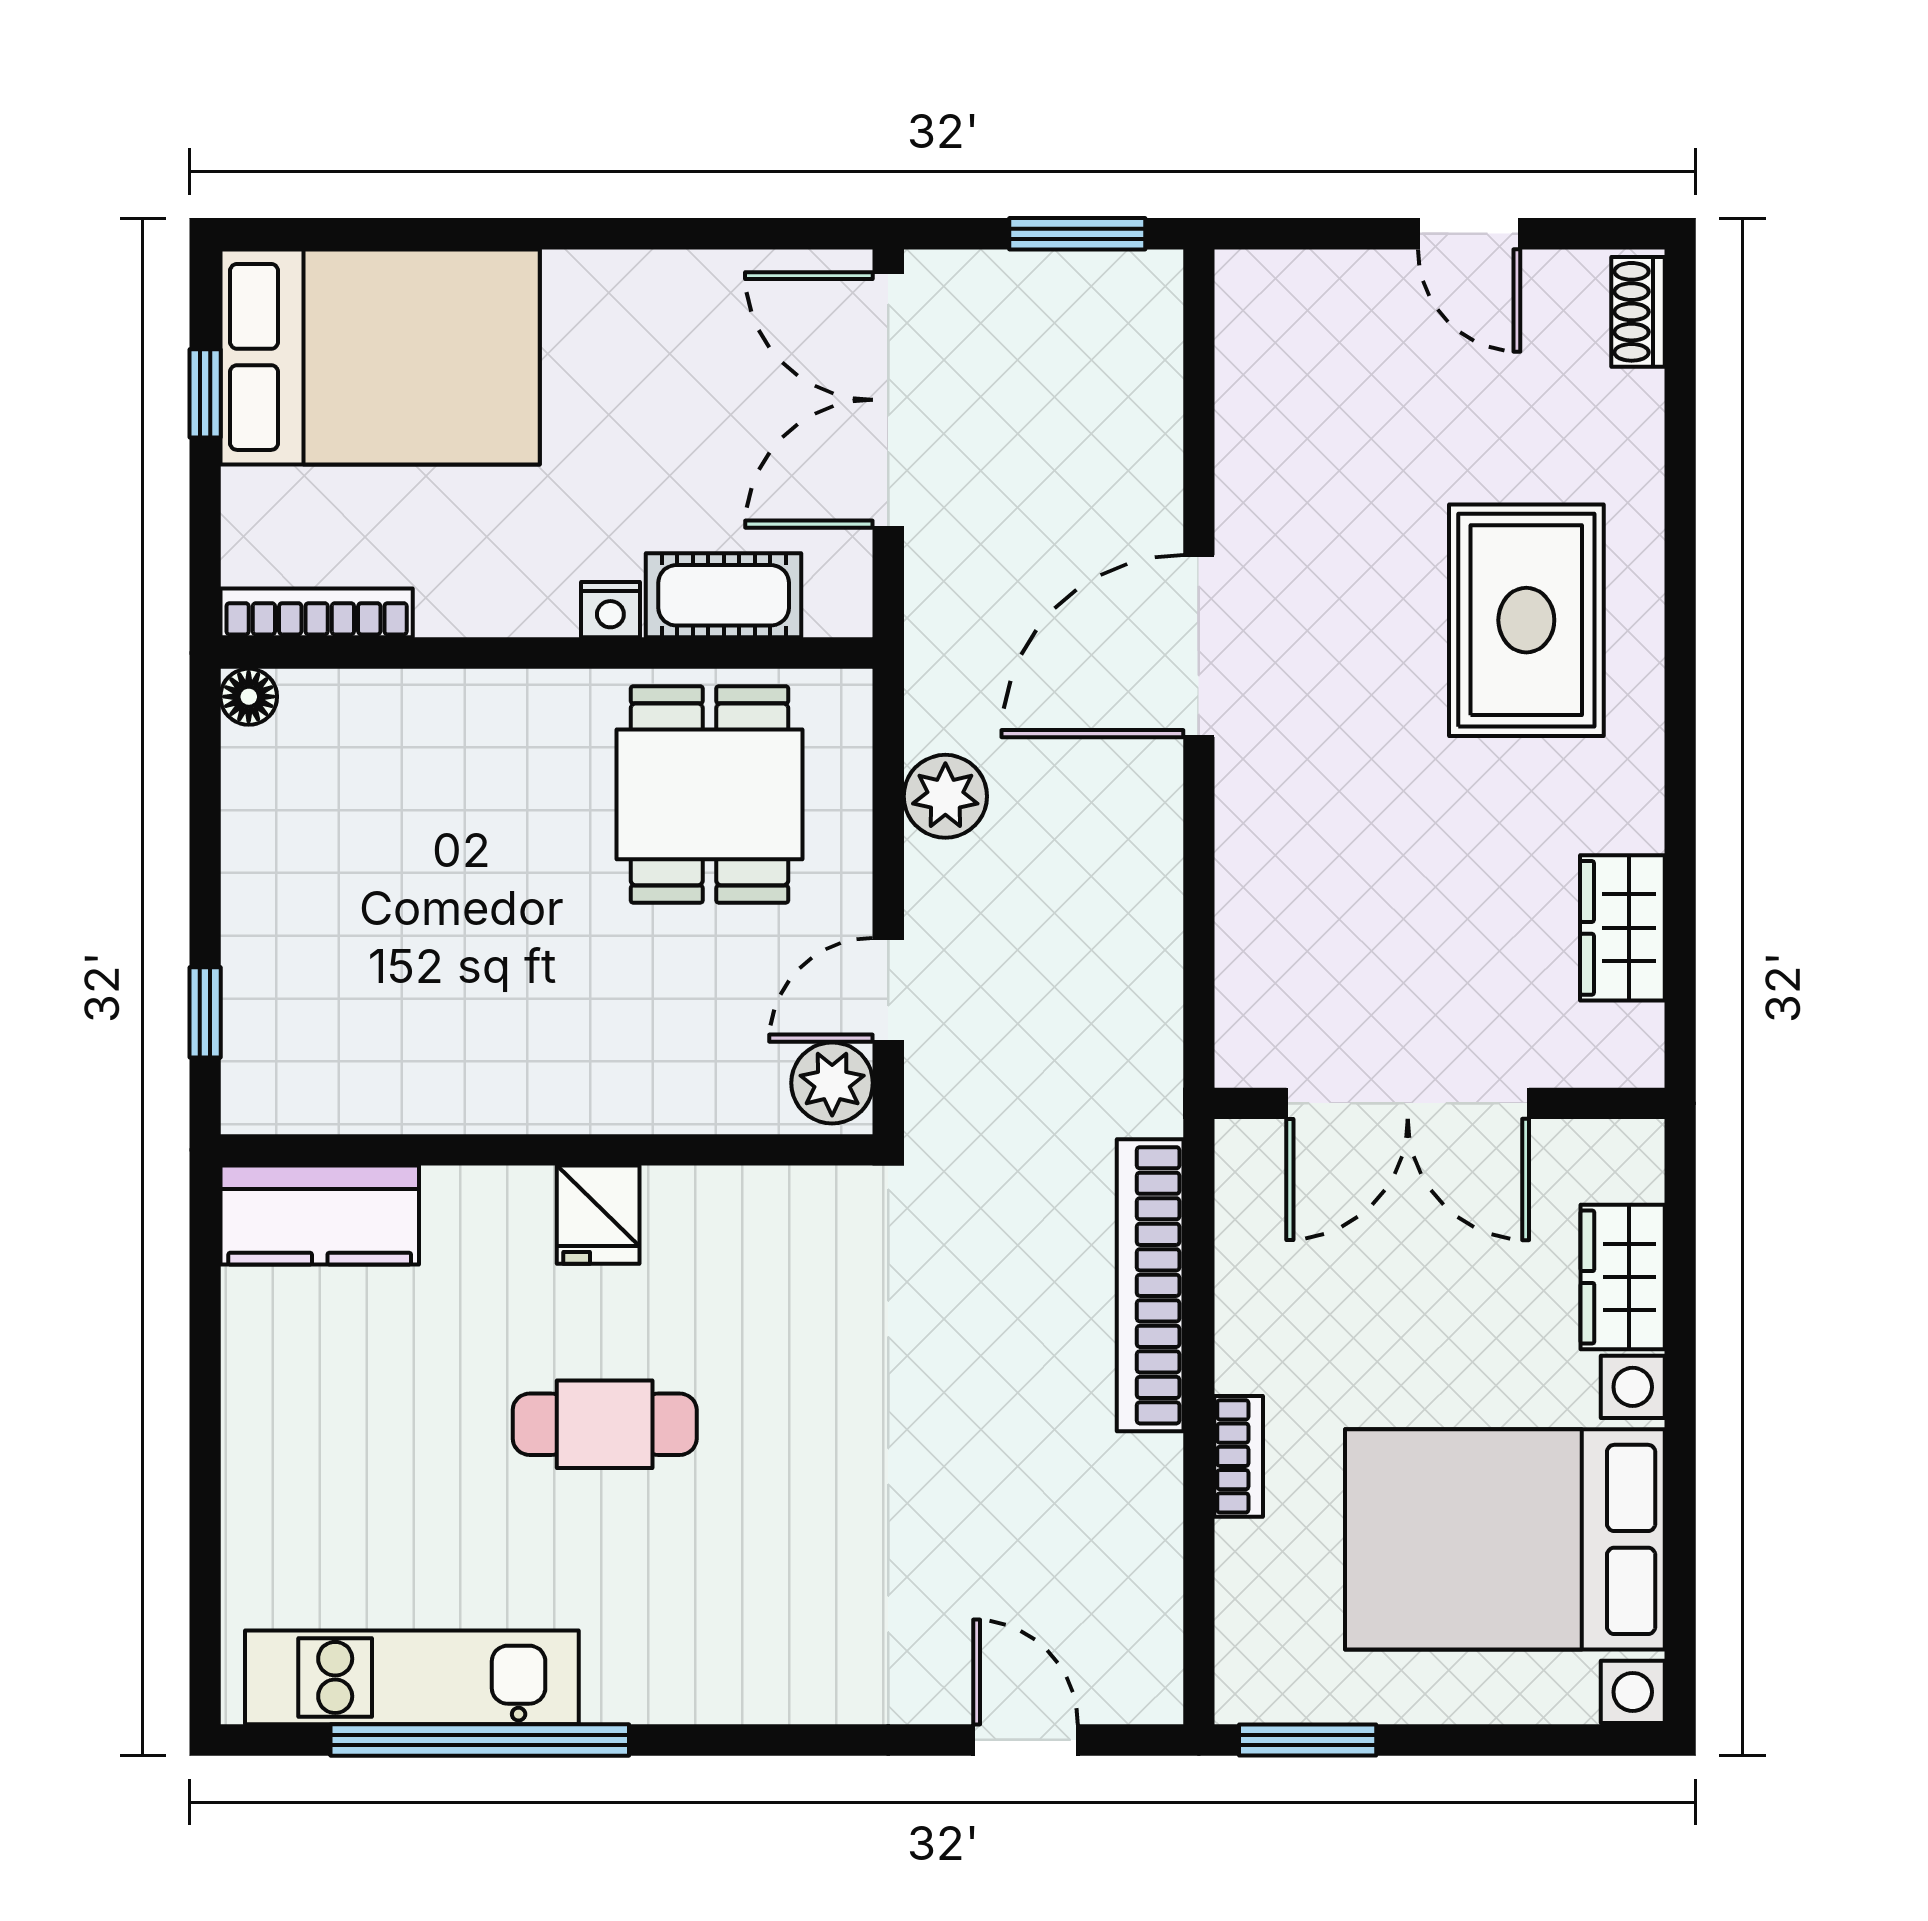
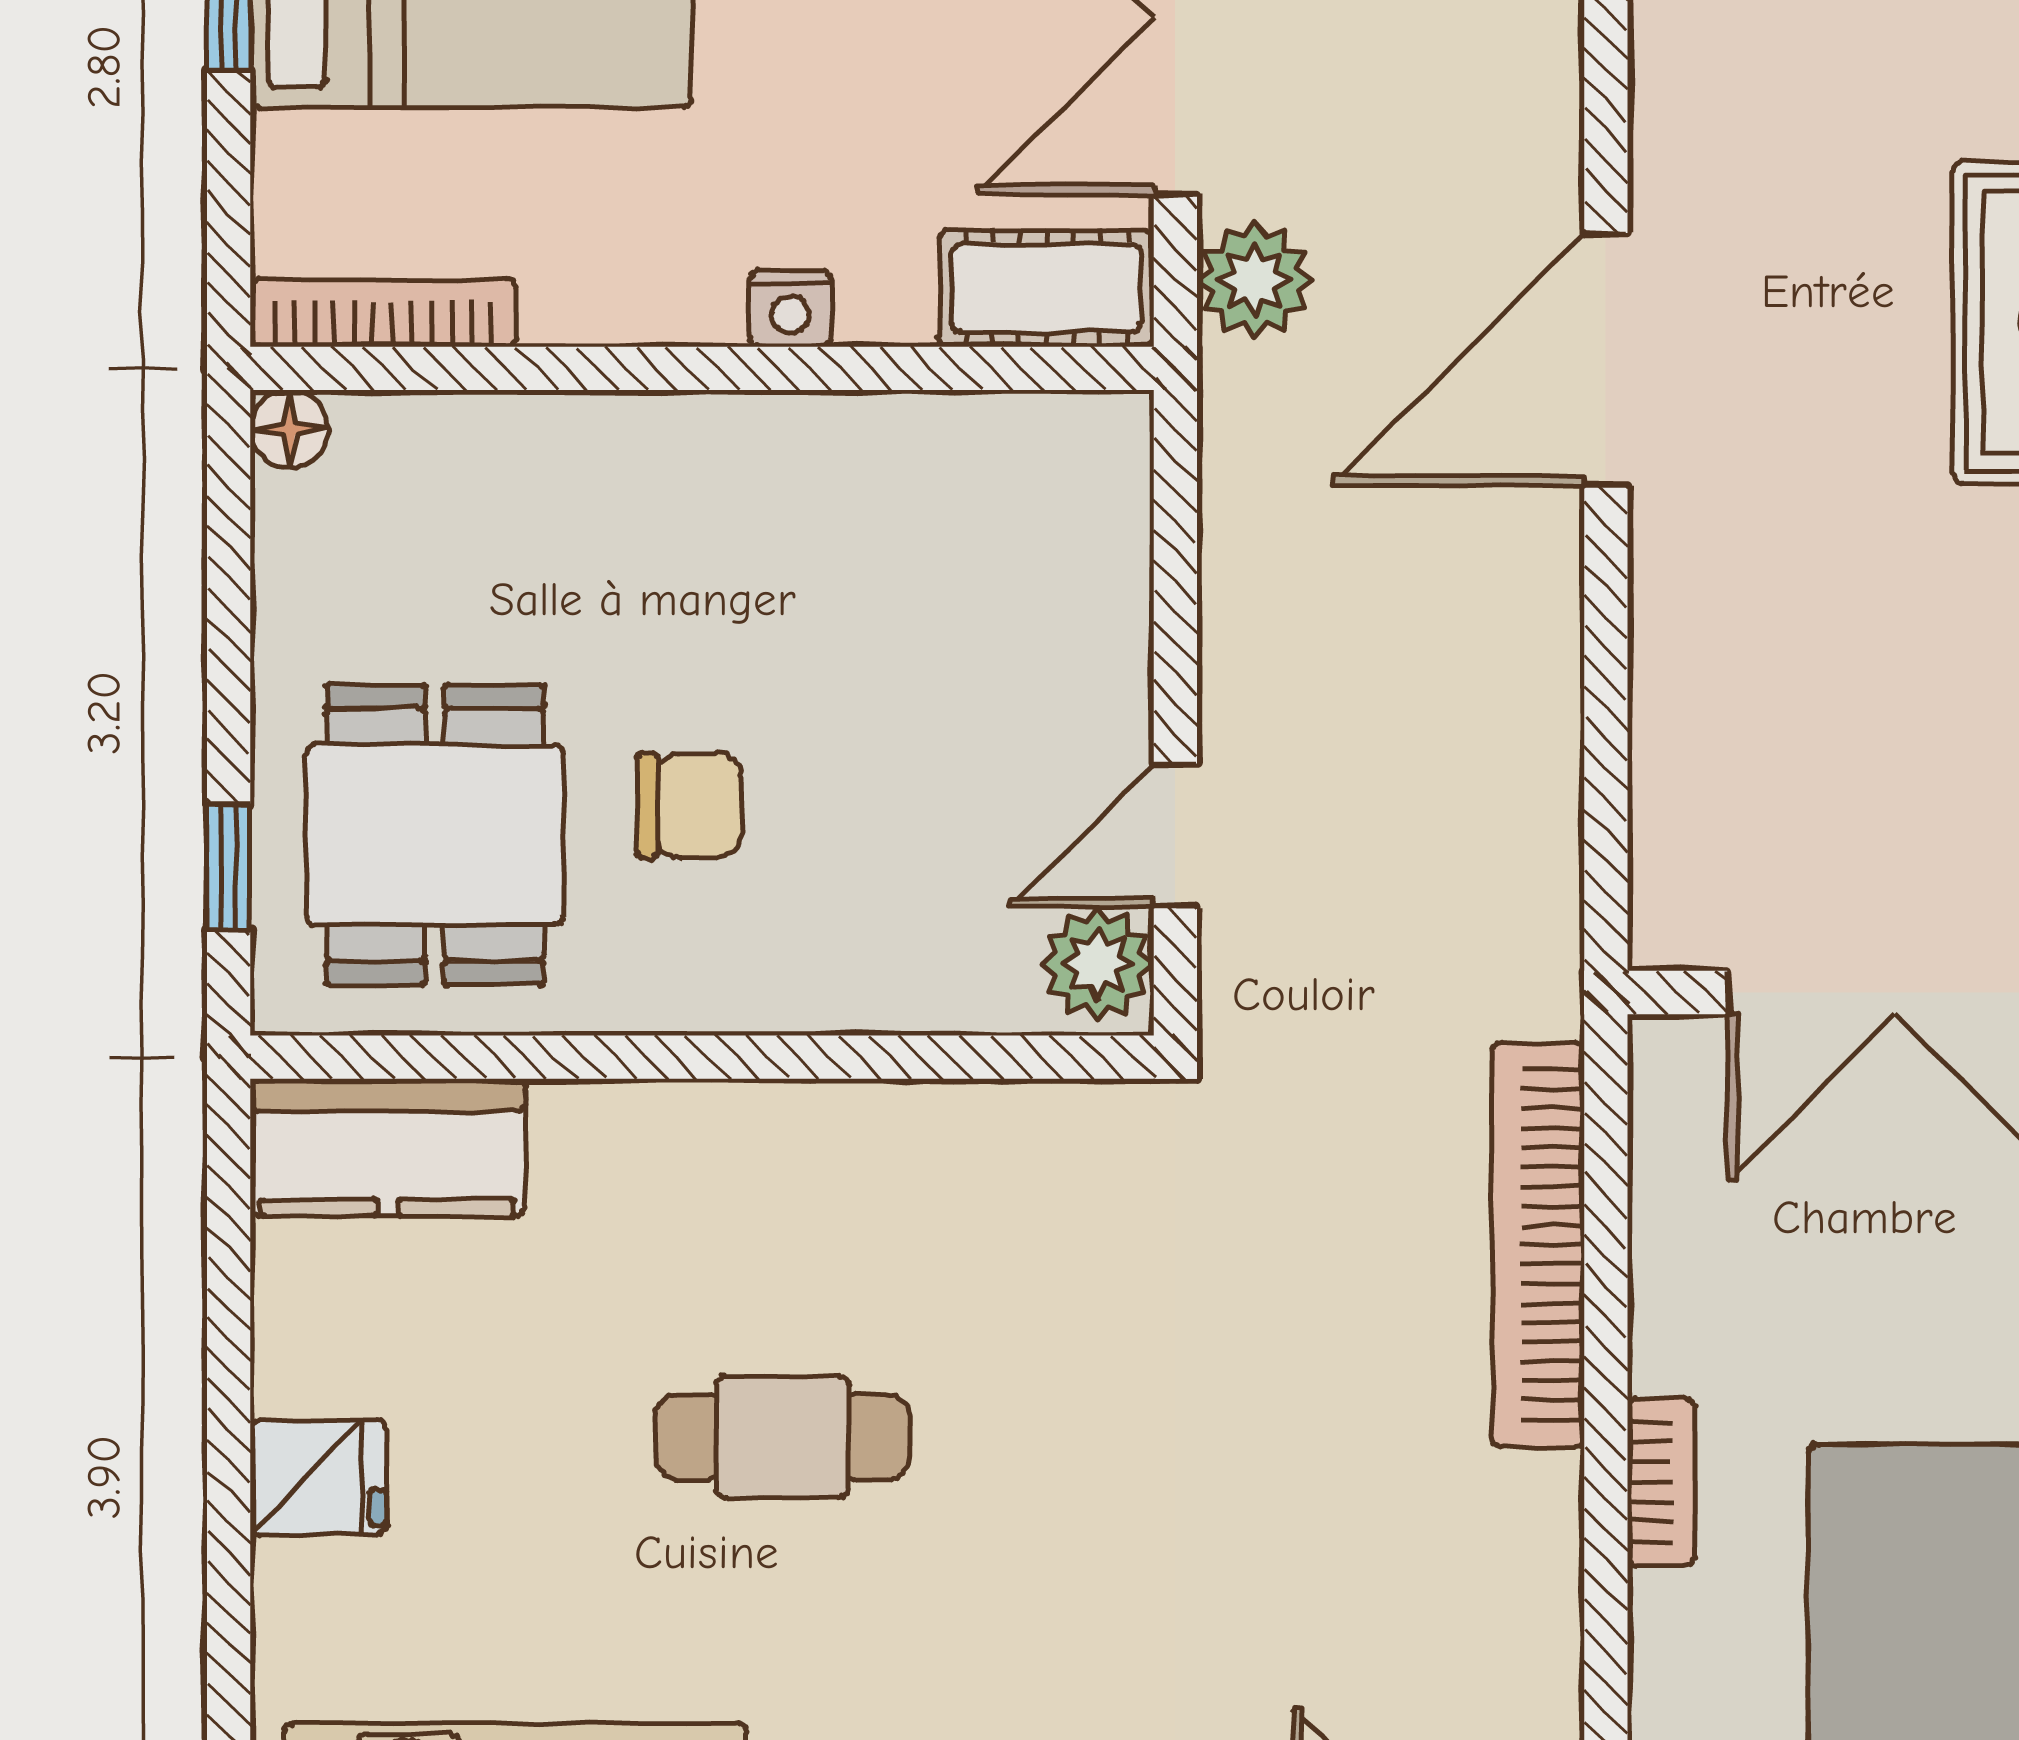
cot: (724, 595) -> (1046, 288), moved
dining table: (709, 794) -> (435, 835), moved
plant: (945, 796) -> (1254, 280), moved
chair: (538, 968) -> (689, 805), added
fridge: (598, 1215) -> (318, 1477), moved, turned -90

